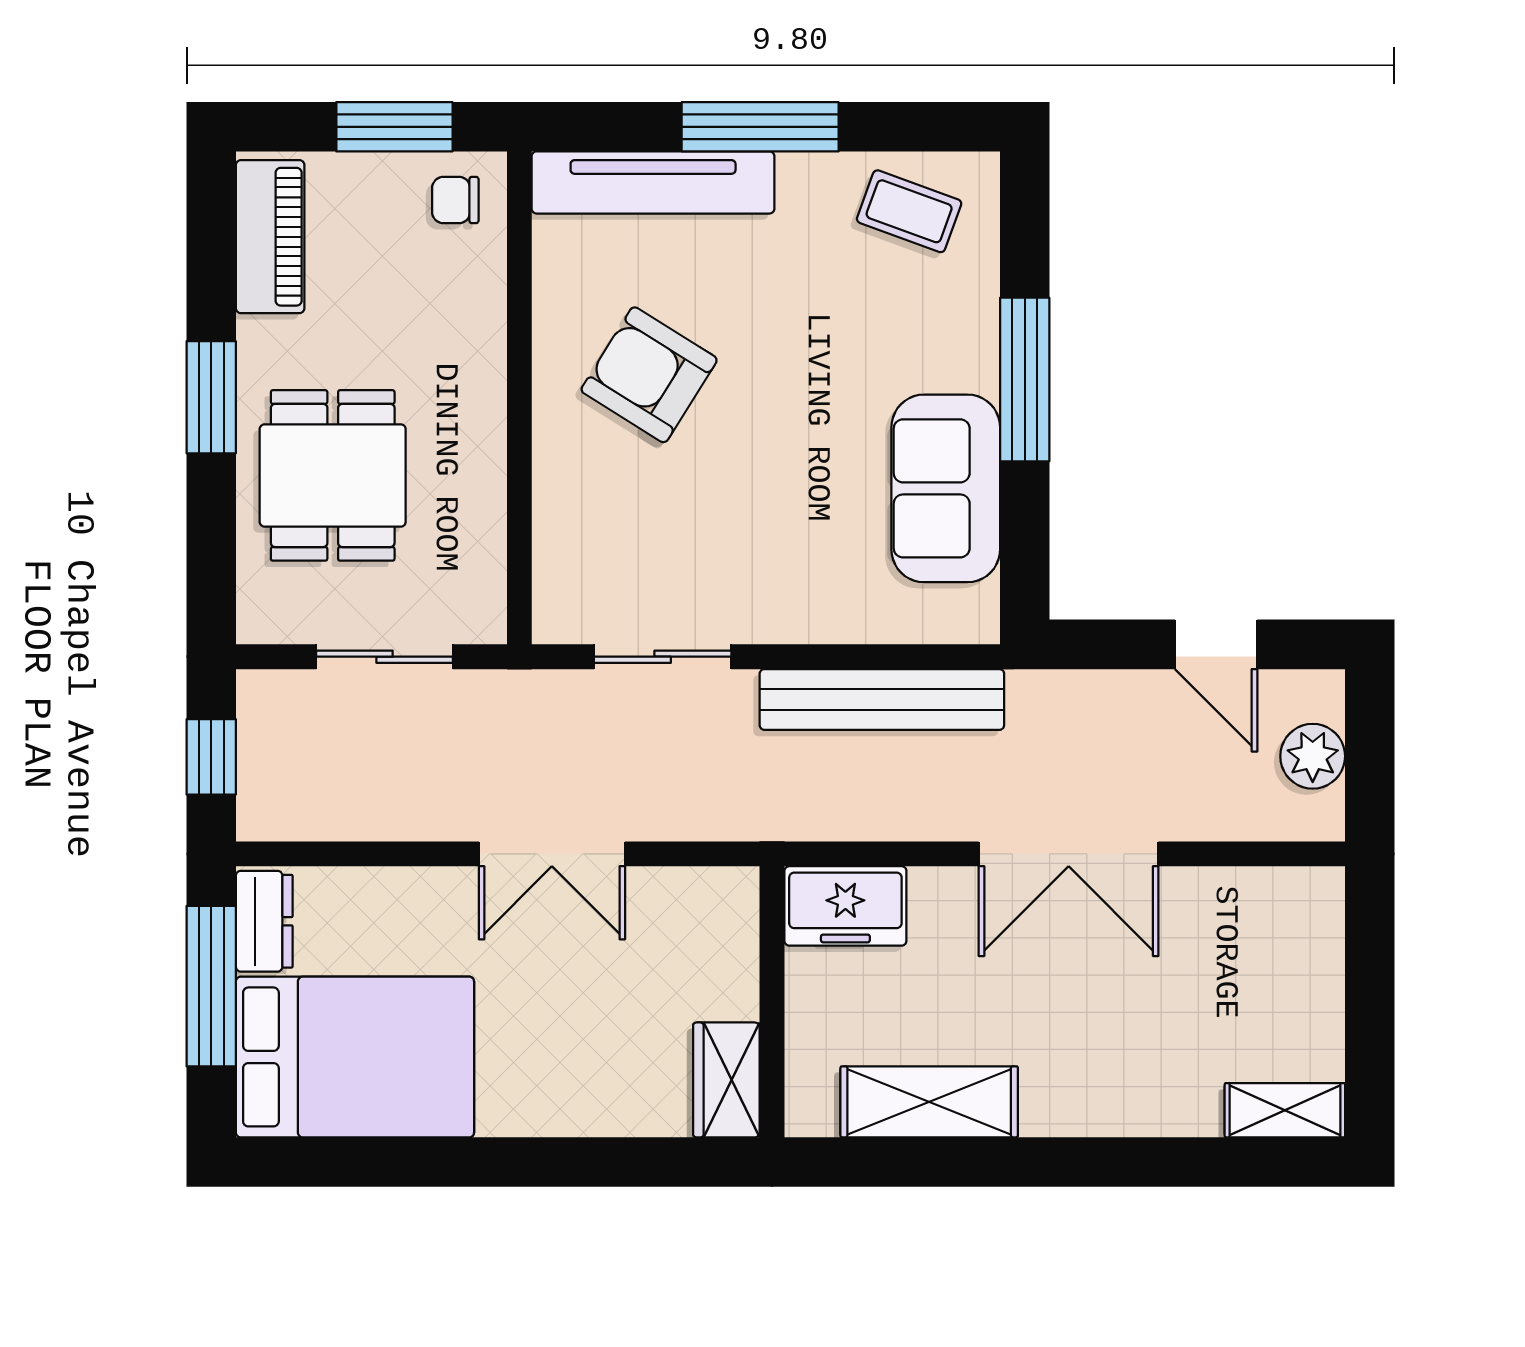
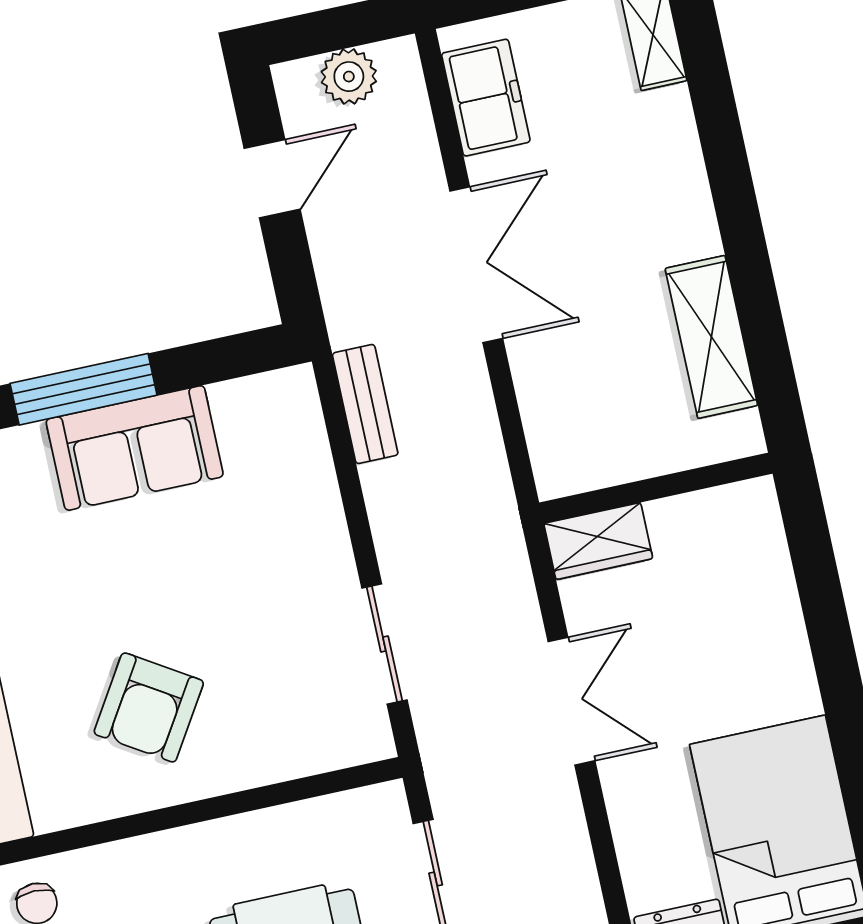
sofa: (946, 488) -> (135, 448), moved
bench: (882, 699) -> (365, 404), width x0.54, depth x0.82
freezer: (845, 906) -> (486, 98), moved
wardrobe: (726, 1080) -> (598, 541), moved

